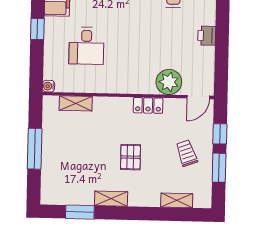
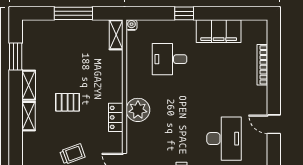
plant: (169, 82) -> (138, 110), moved
shelving: (76, 103) -> (116, 35), moved
shelving: (177, 200) -> (29, 116), moved

